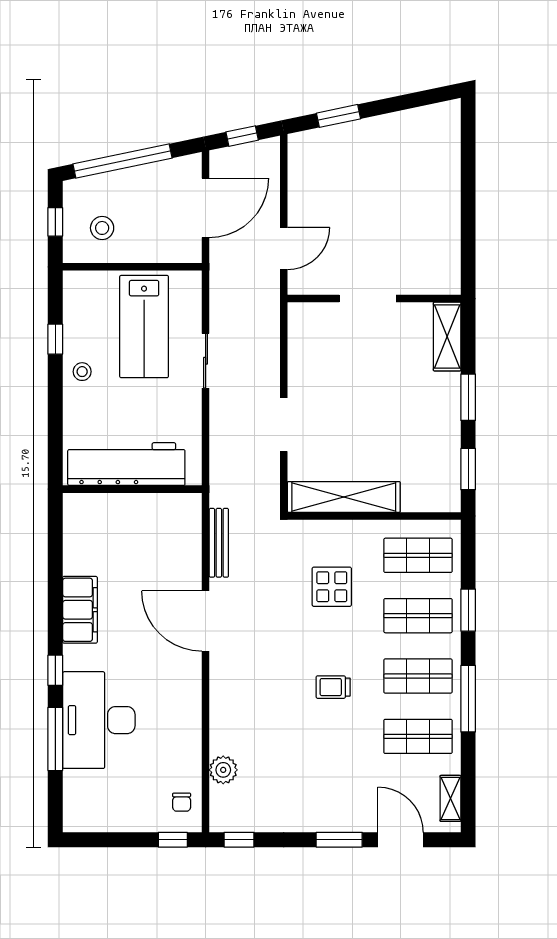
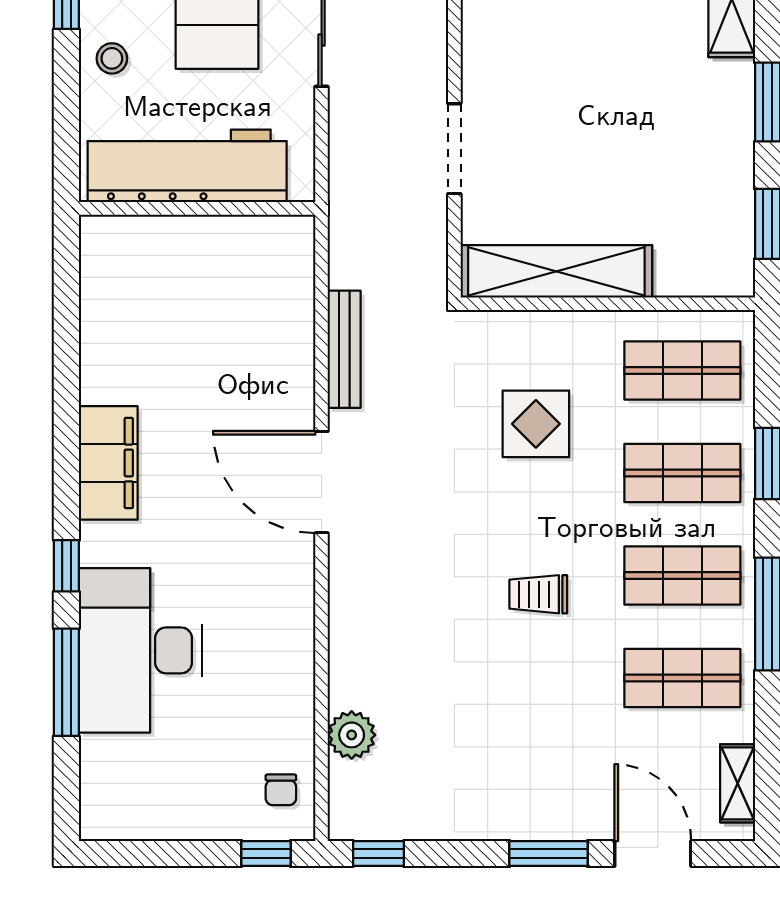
workbench: (126, 464) -> (187, 166), moved
wall: (132, 489) -> (197, 208), moved

